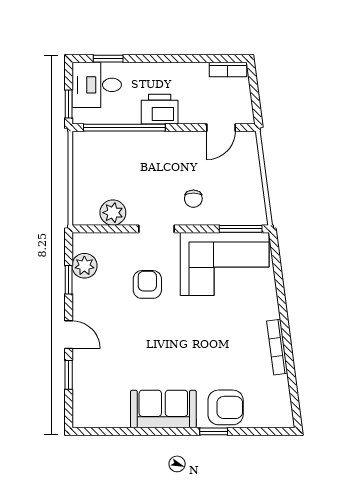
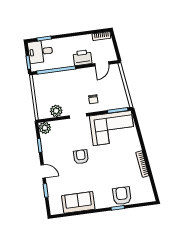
printer: (160, 109) -> (82, 58), moved
plant: (84, 266) -> (45, 128), moved
armchair: (147, 284) -> (81, 157), moved
armchair: (226, 407) -> (122, 196), turned -90
sofa: (163, 409) -> (78, 202), moved

